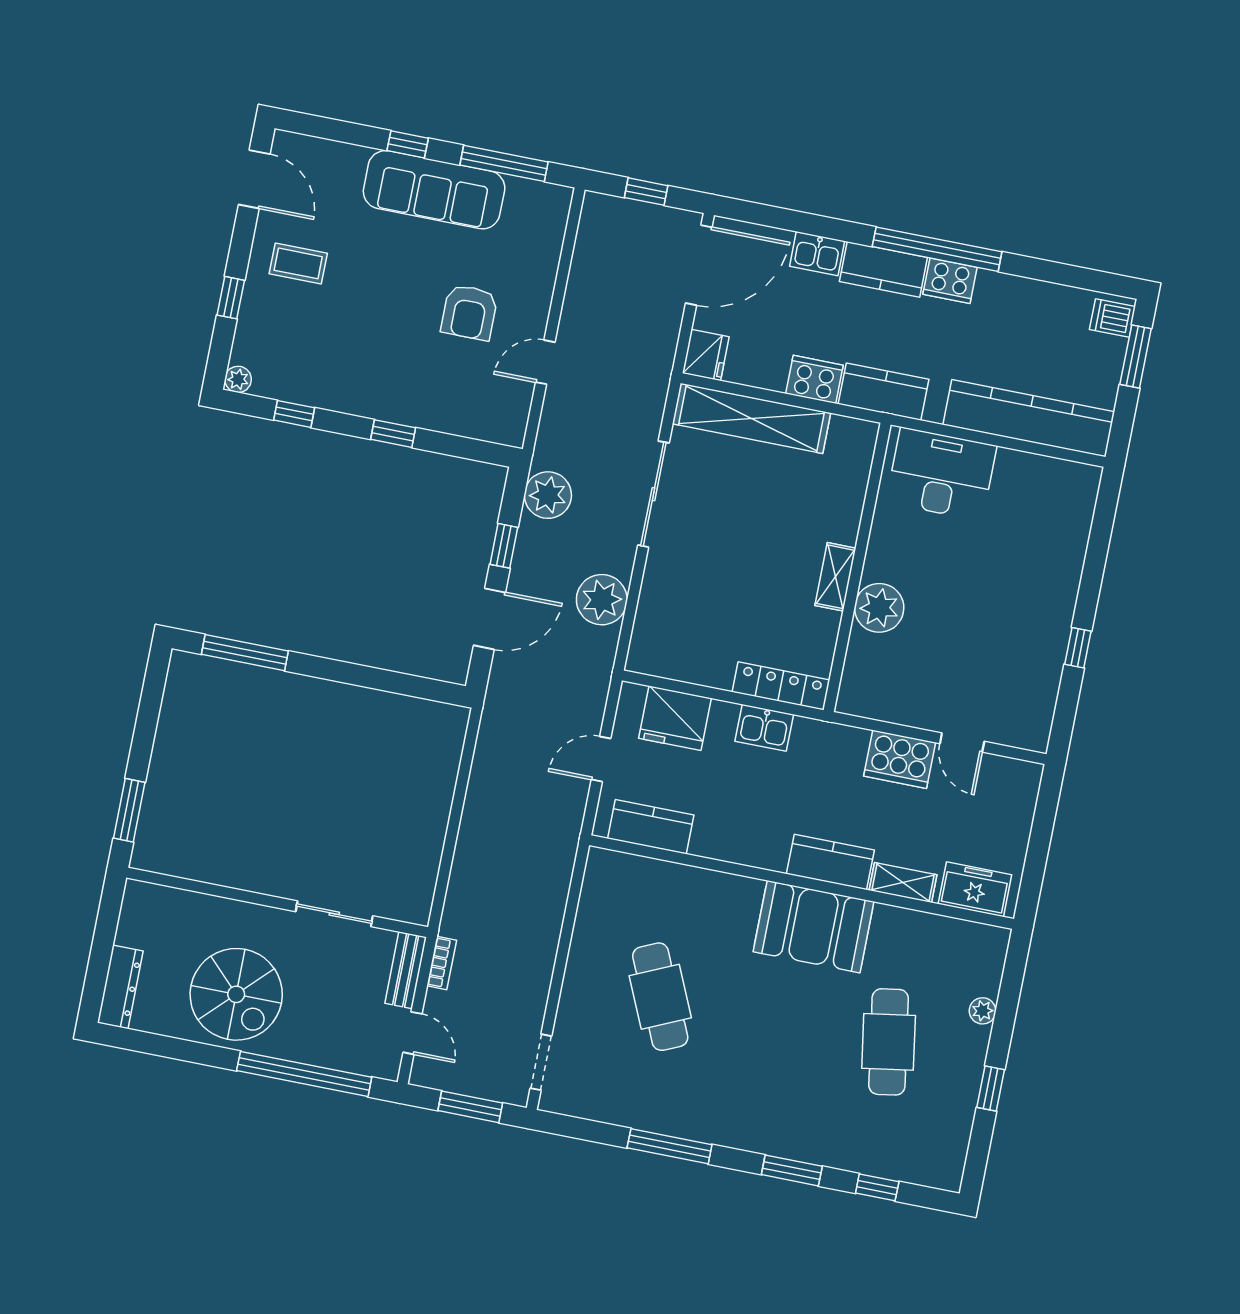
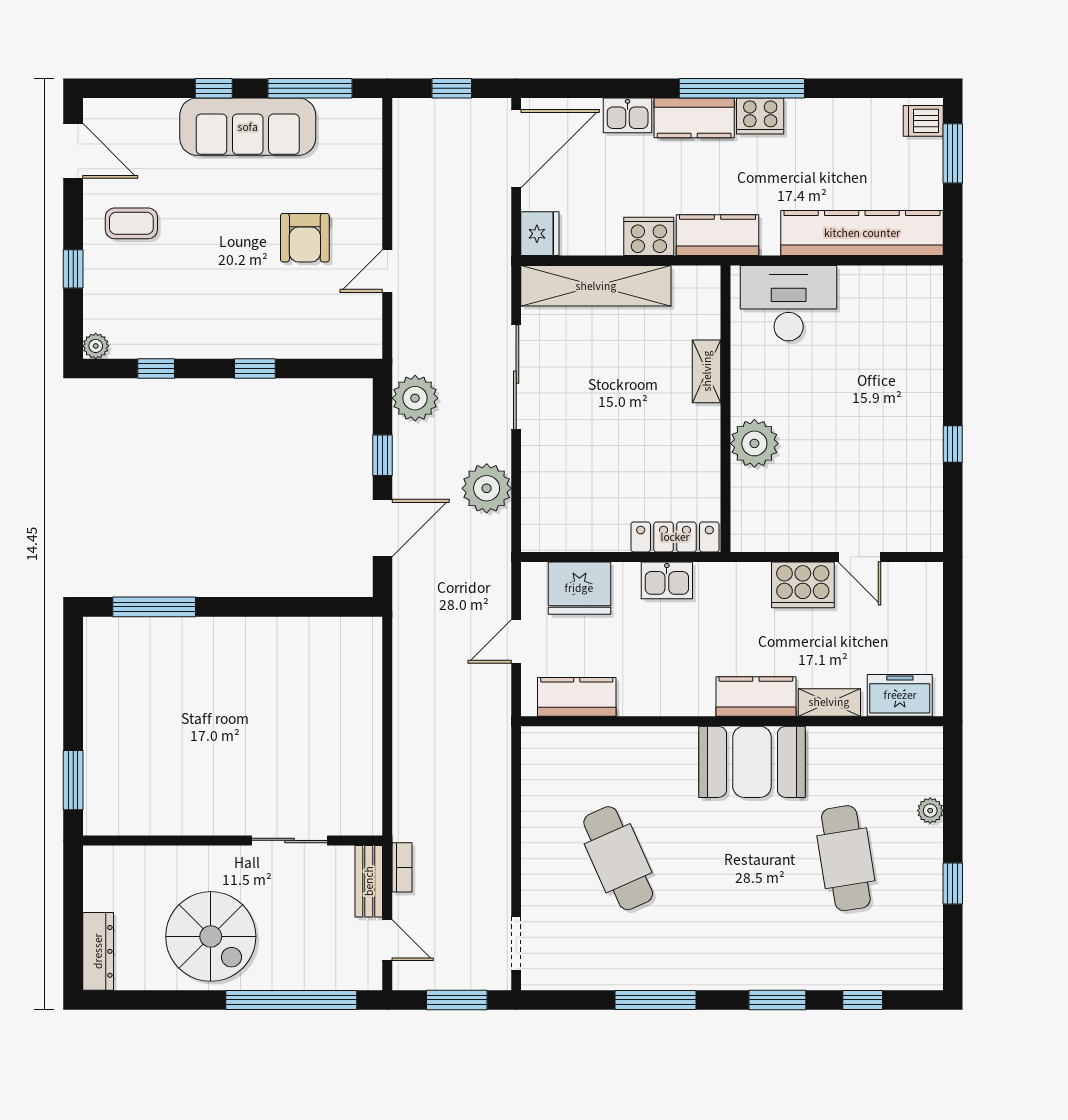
shelving: (835, 577) -> (707, 371), moved

